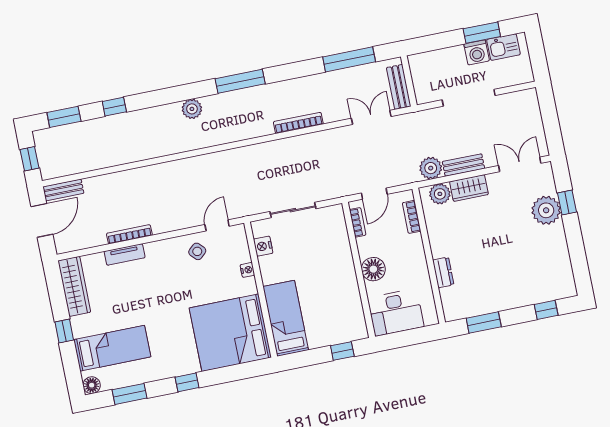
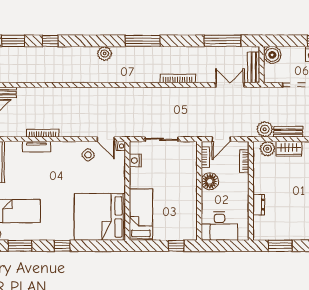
boiler: (421, 65) -> (272, 55), added
door: (217, 225) -> (106, 139), swing flipped
floor lamp: (373, 269) -> (210, 181), moved
nightstand: (247, 270) -> (121, 146), moved

